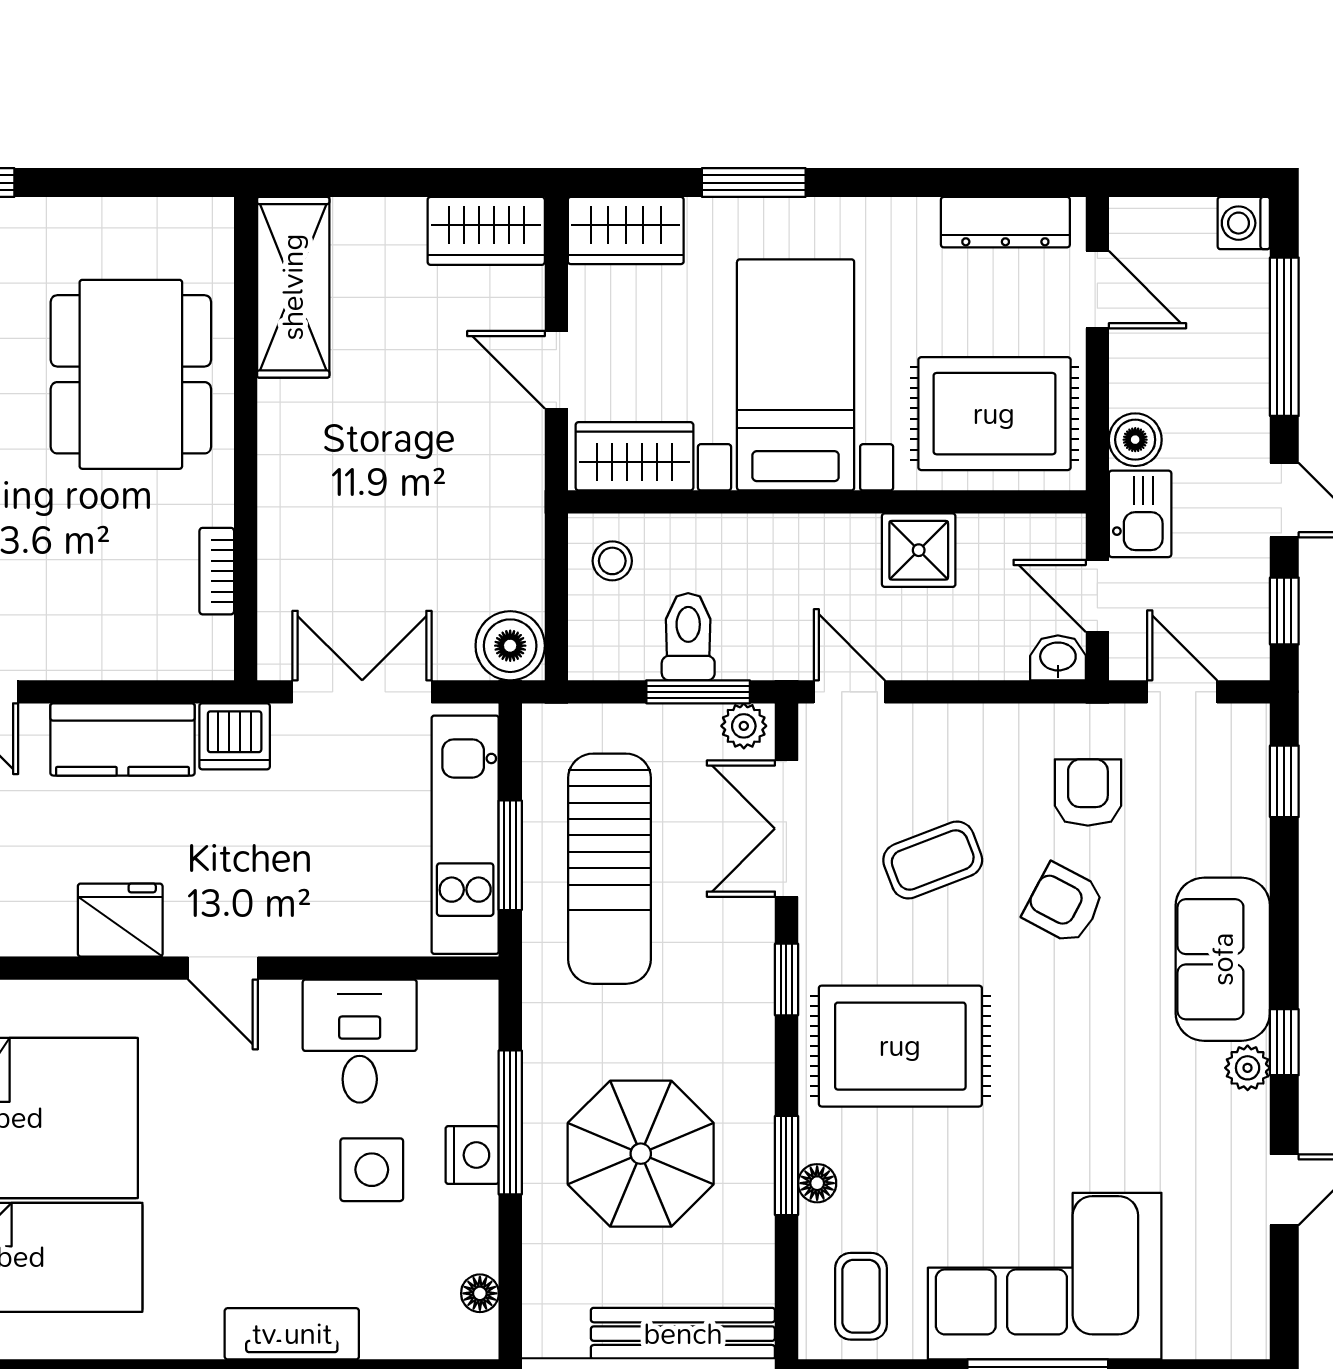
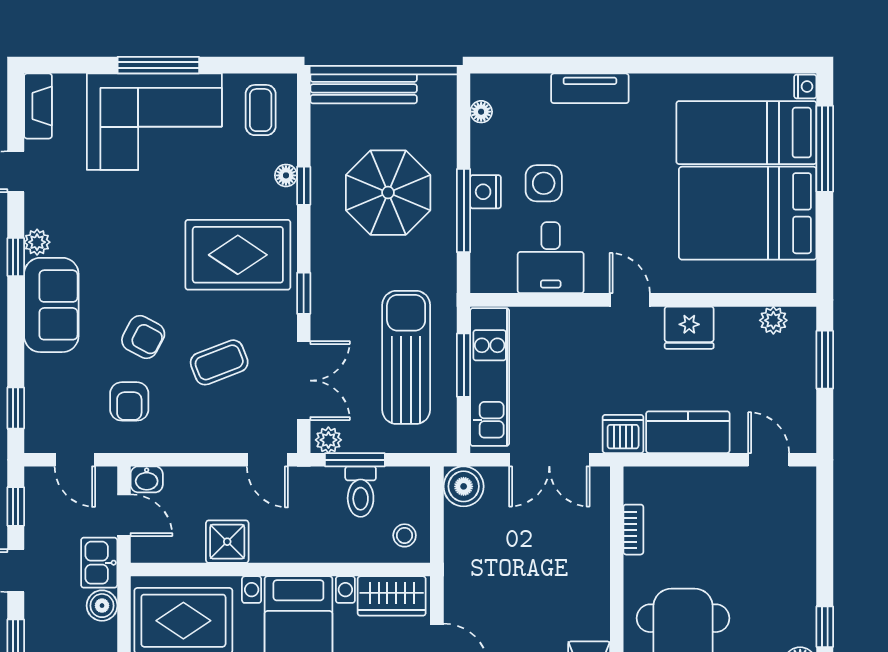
window: (786, 1165) -> (304, 186), width x0.67
fireplace: (1246, 1303) -> (38, 106), added

